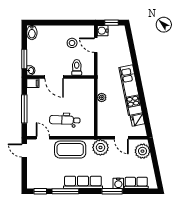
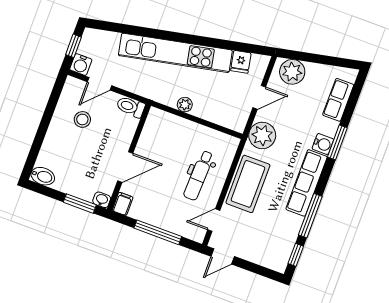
toilet: (77, 67) -> (131, 107), moved
kitchen unit: (131, 90) -> (175, 53), width x1.36
water cooler: (118, 183) -> (323, 144), moved

